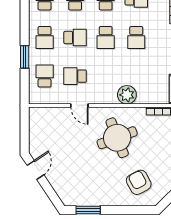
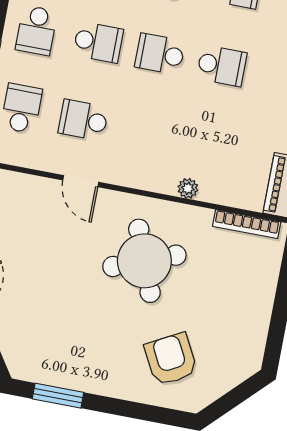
school desk: (106, 37) -> (160, 54), turned 90
school desk: (136, 37) -> (222, 66), turned -90
plant: (127, 95) -> (188, 188), width x0.53, depth x0.53

